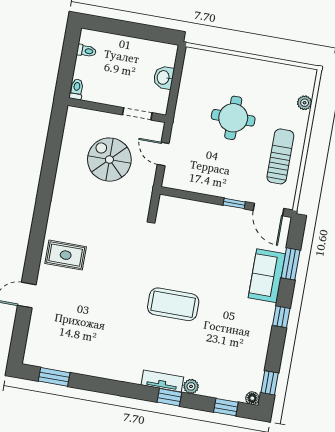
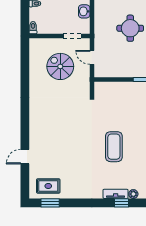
rug: (66, 255) -> (48, 186), moved
coffee table: (173, 304) -> (114, 147), turned 90

